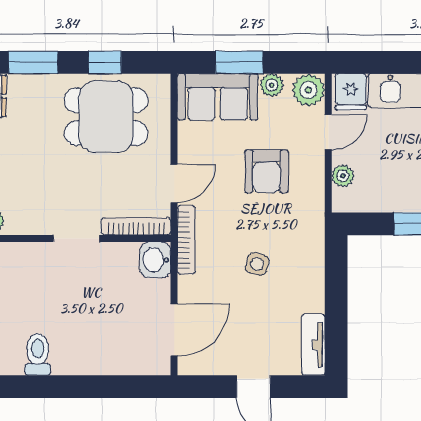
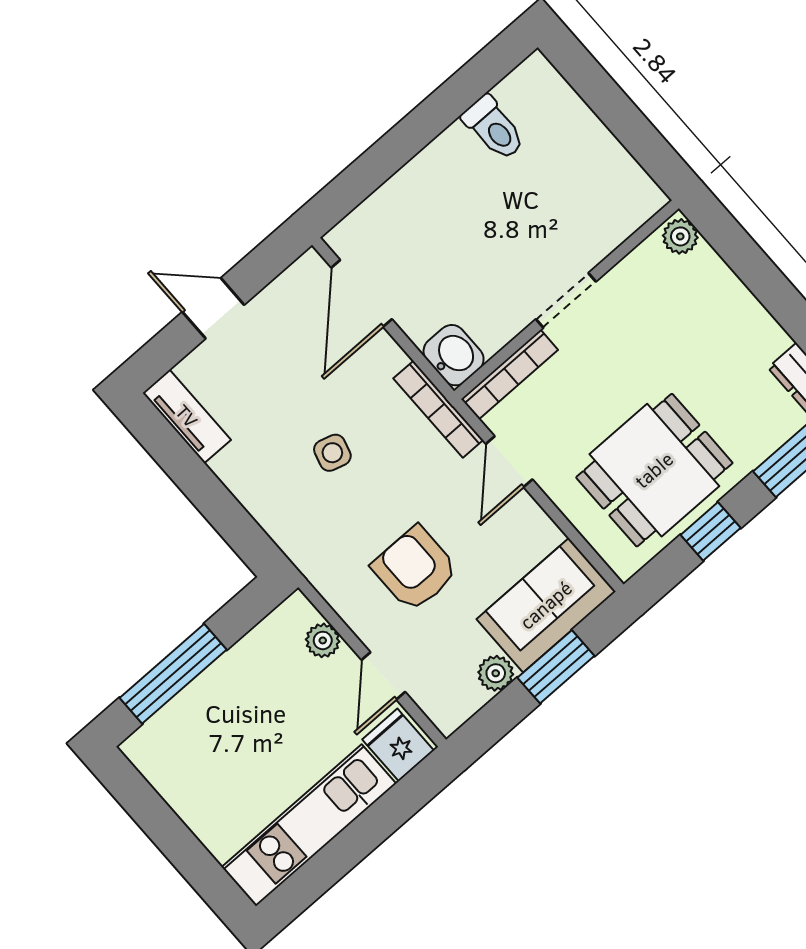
plant: (308, 90) -> (449, 705), removed

